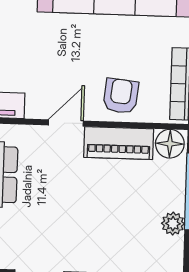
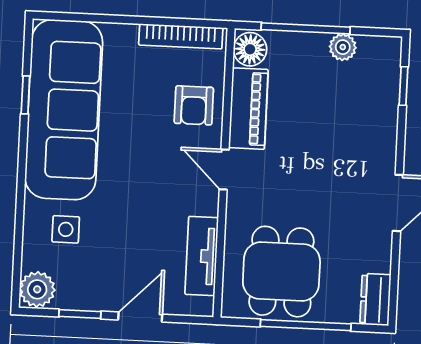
armchair: (121, 96) -> (194, 105), turned -96

